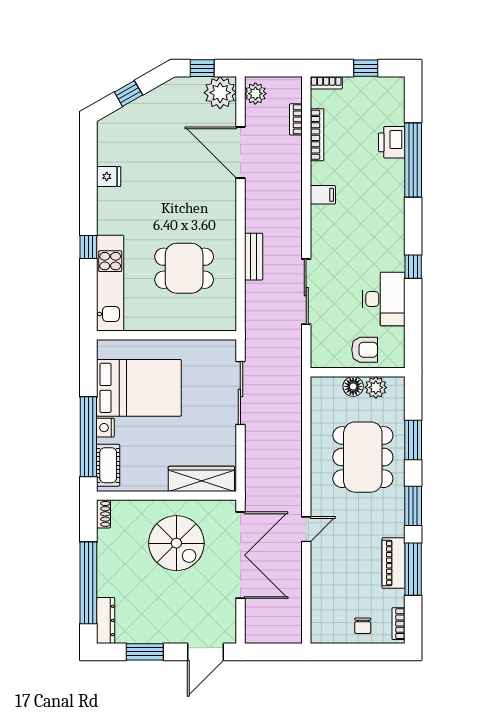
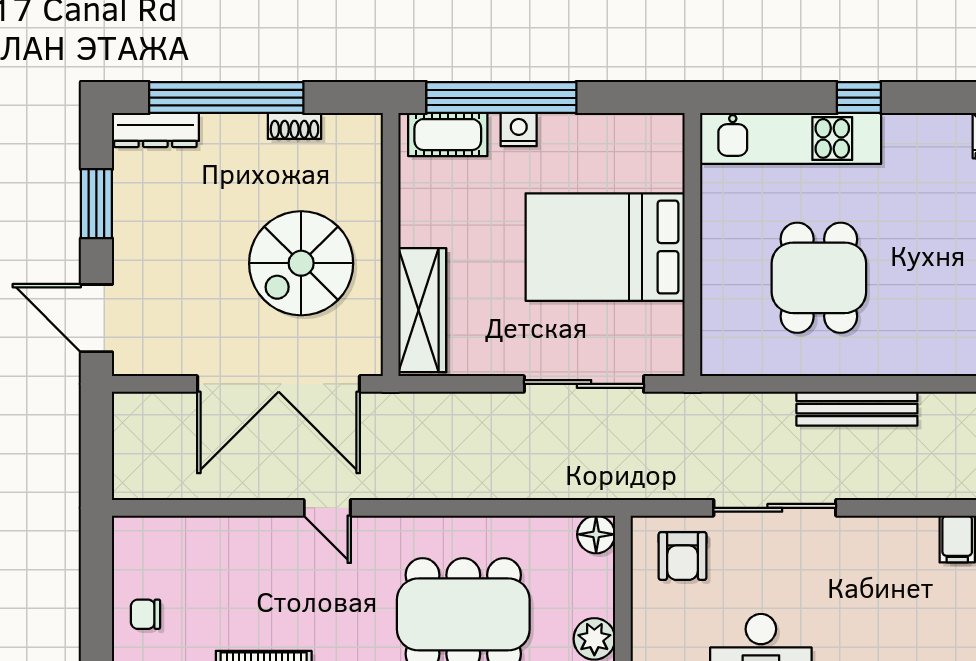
bench: (254, 257) -> (857, 409), width x1.36
armchair: (365, 350) -> (683, 556), moved
floor lamp: (353, 386) -> (596, 534), moved
bed: (139, 388) -> (605, 247), moved, turned 90
shoe rack: (104, 514) -> (294, 126), moved

